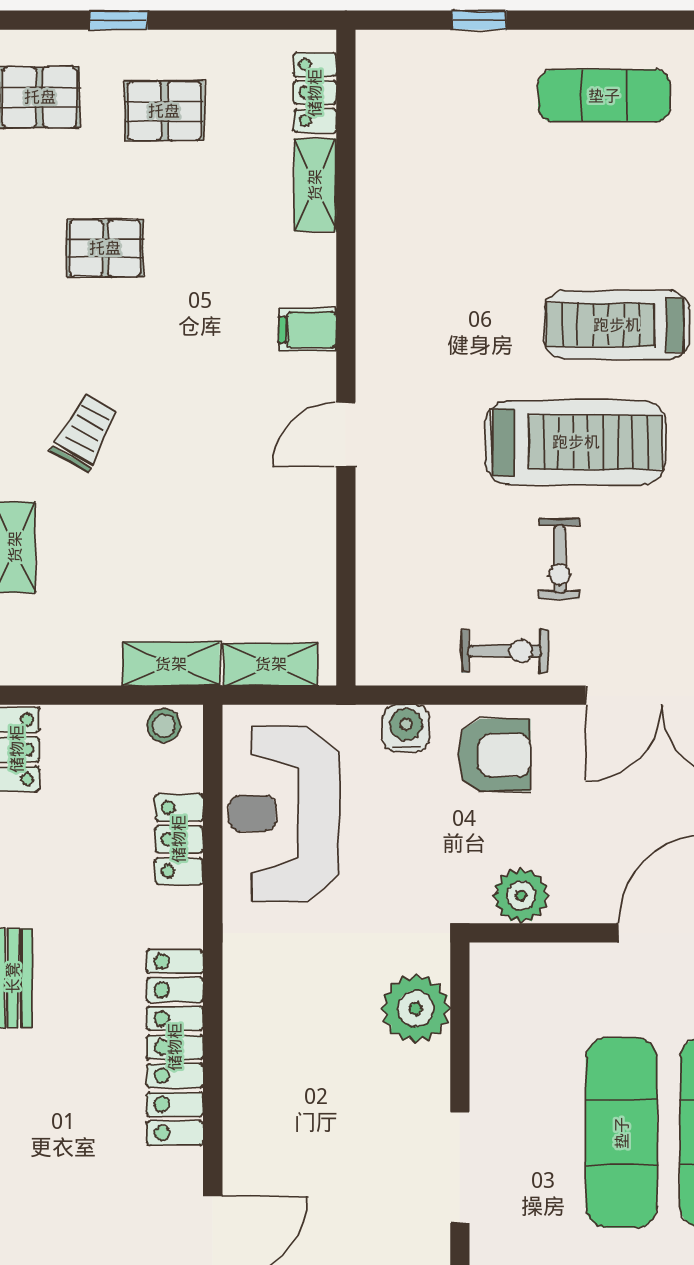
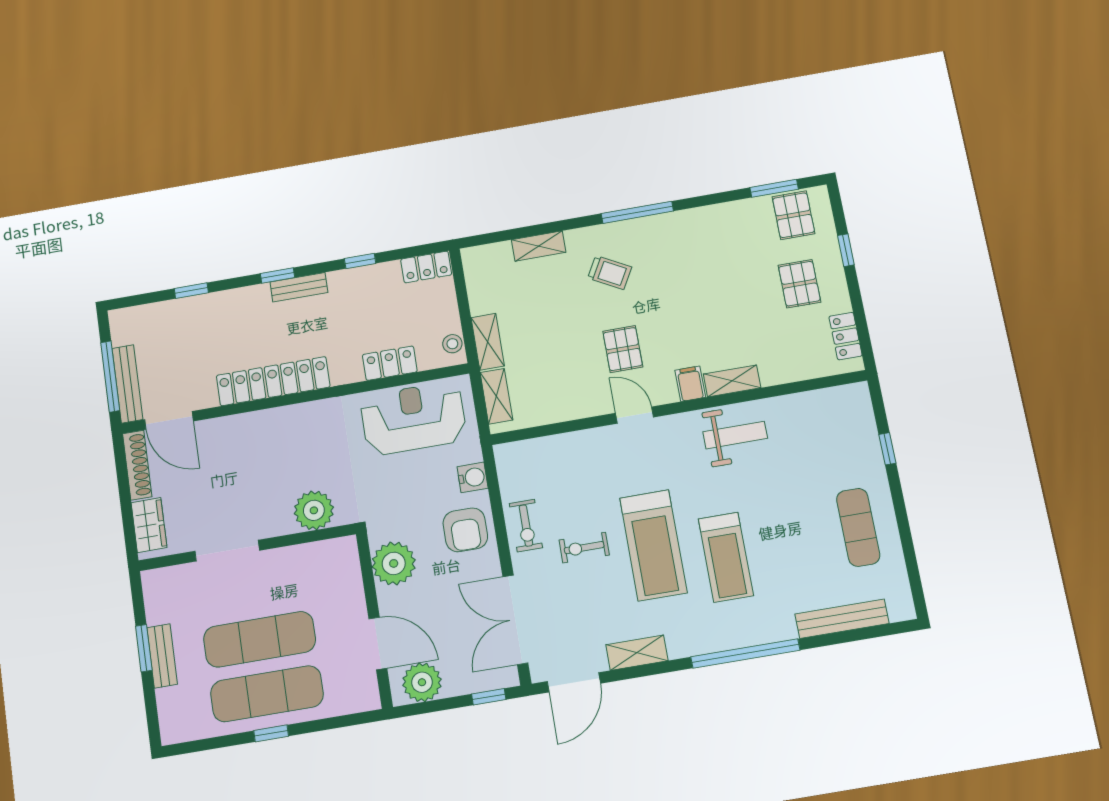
locker: (315, 93) -> (846, 336), moved, turned -90
shelving: (315, 185) -> (732, 381), moved
pallet: (105, 248) -> (623, 349), moved
weight bench: (411, 270) -> (735, 435), added
treadmill: (617, 325) -> (726, 557), turned 180
plant: (521, 896) -> (394, 563), width x1.36, depth x1.36

